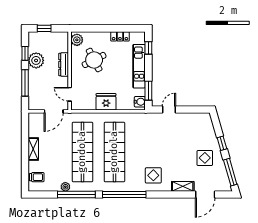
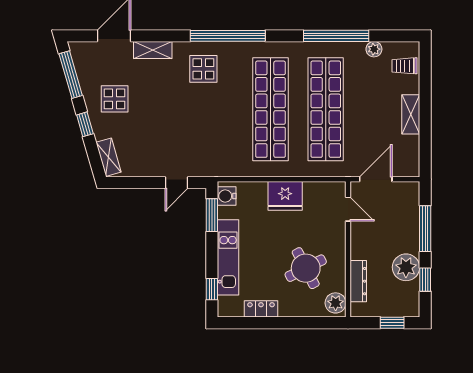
dresser: (64, 65) -> (358, 281), moved
shelving: (208, 124) -> (109, 157), added
plant: (65, 187) -> (374, 49), moved
window: (124, 195) -> (228, 36), moved

